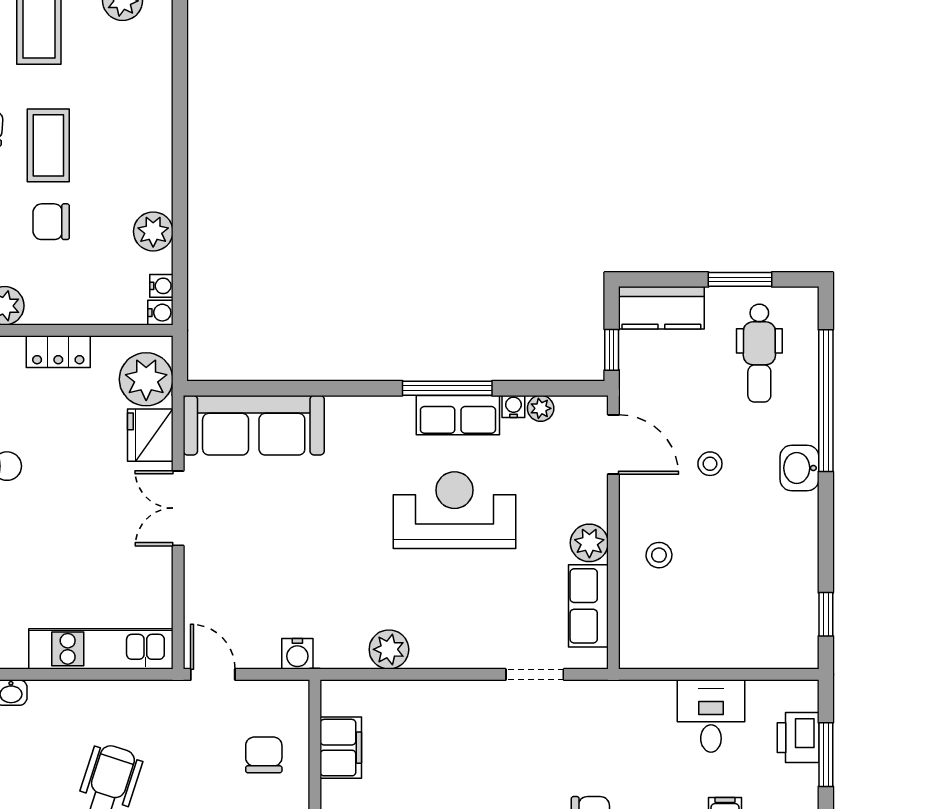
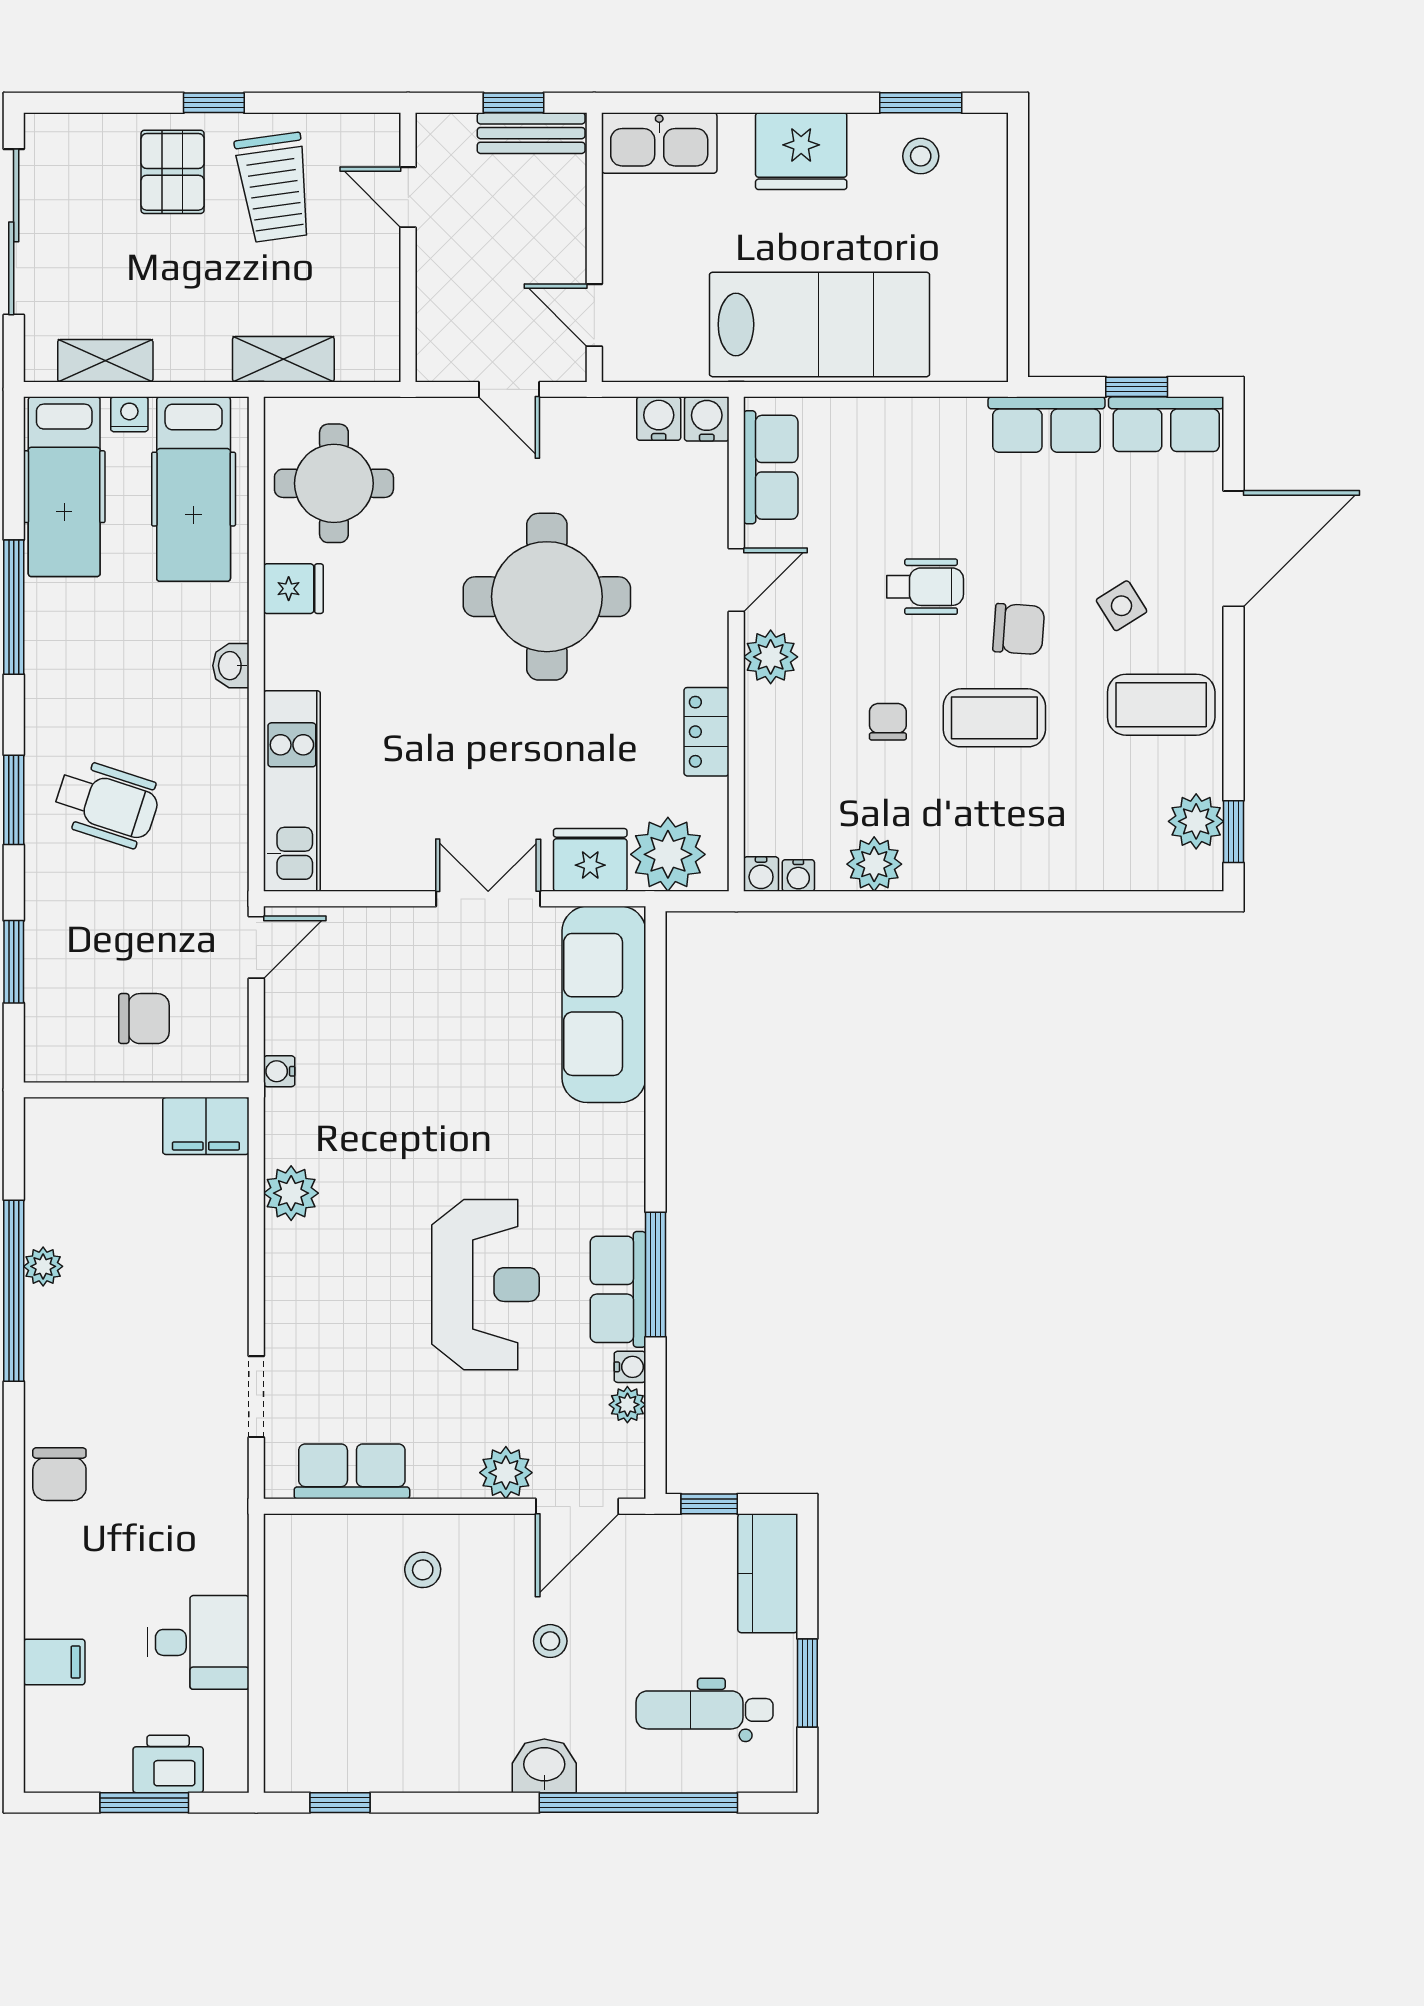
chair: (51, 222) -> (888, 722), width x0.73, depth x0.73
plant: (589, 543) -> (506, 1473), moved
water cooler: (297, 654) -> (279, 1071), width x0.72, depth x0.72
filing cabinet: (341, 748) -> (206, 1126), moved

